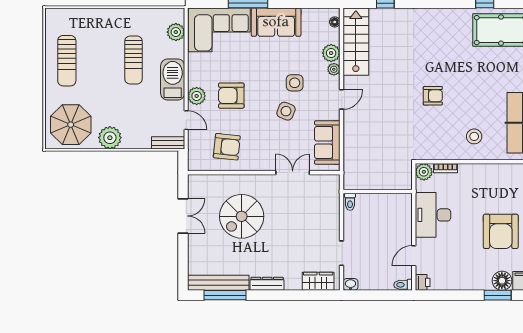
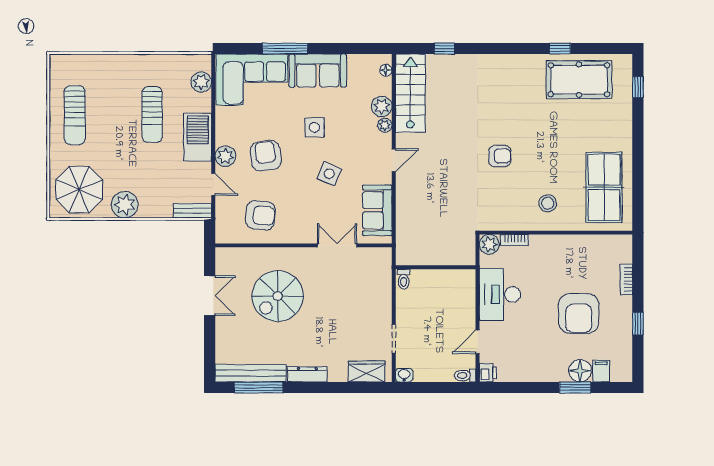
side table: (295, 83) -> (314, 127), moved
armchair: (231, 96) -> (266, 156), turned 82

